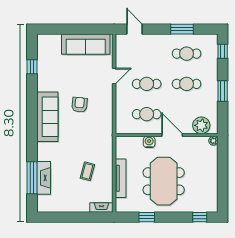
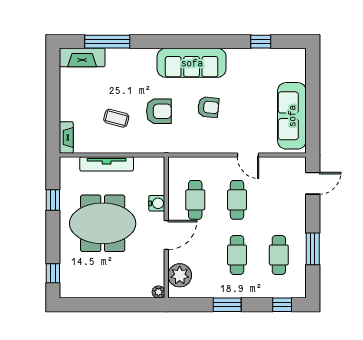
armchair: (82, 140) -> (159, 111), added
fireplace: (44, 178) -> (82, 58), moved

